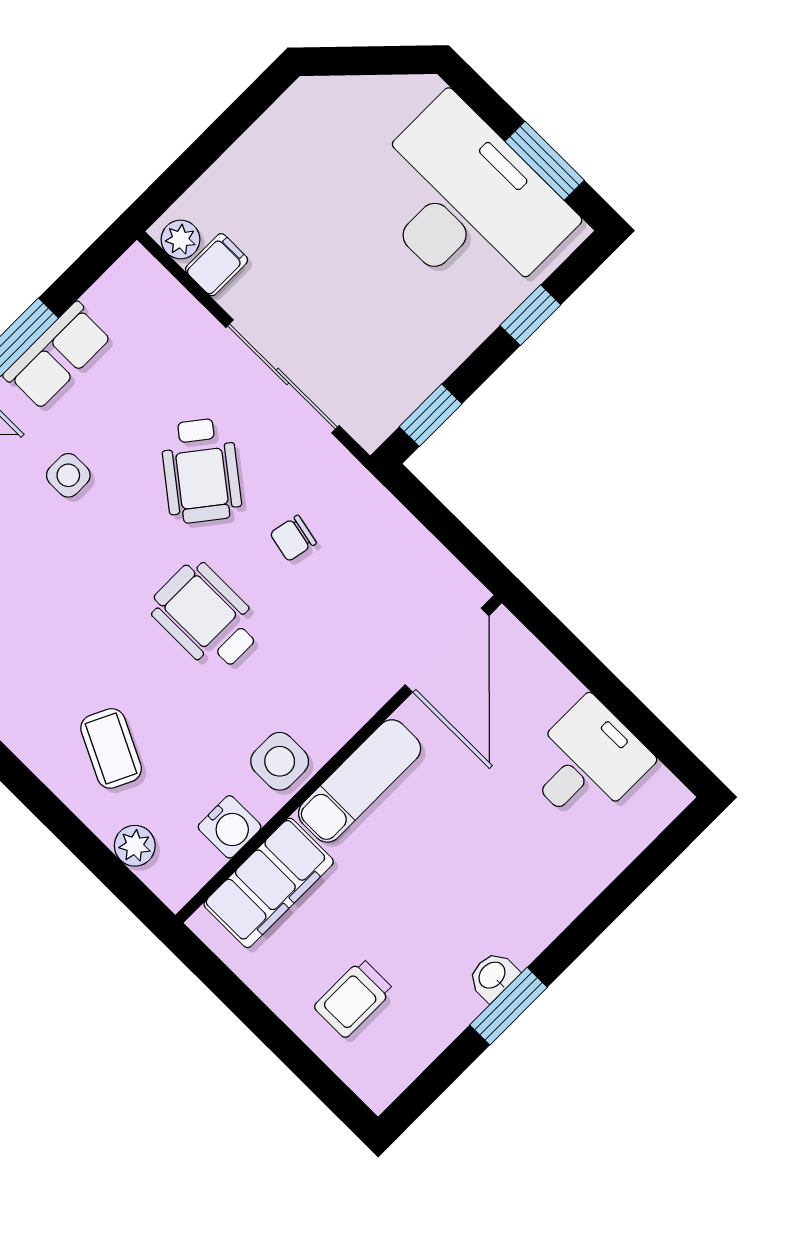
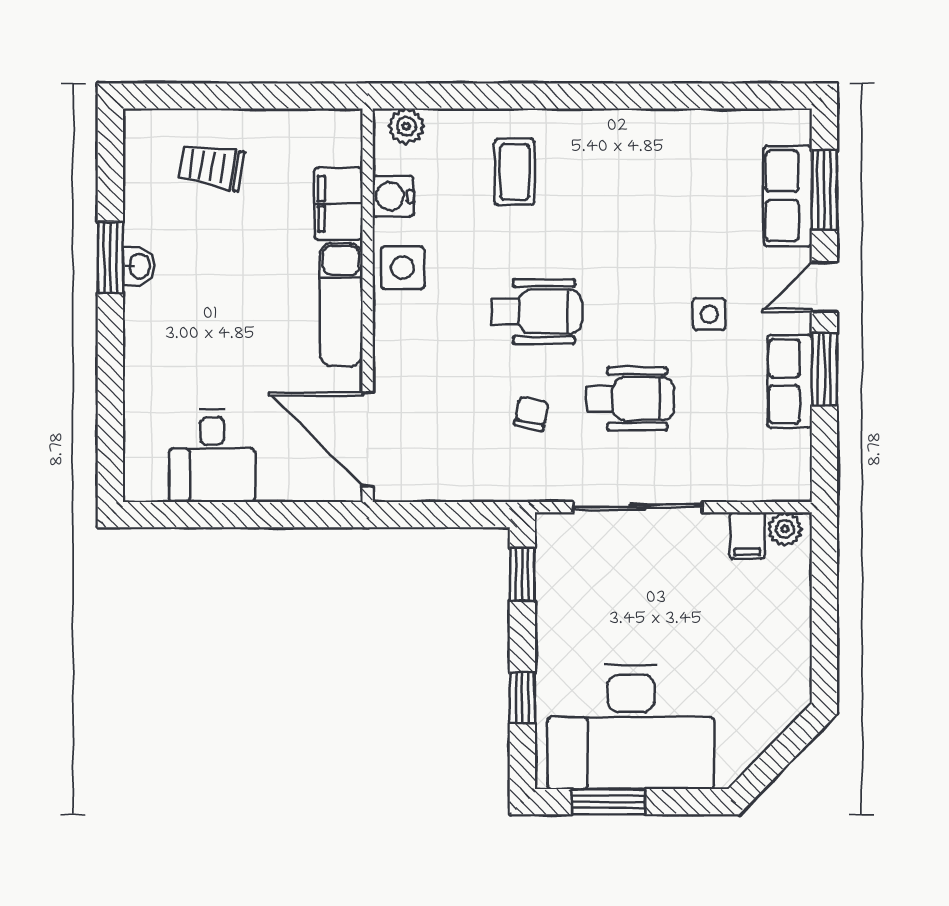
wheelchair: (201, 471) -> (630, 399), turned 142
coffee table: (111, 748) -> (515, 172), turned 64
plant: (135, 846) -> (406, 126), moved
filing cabinet: (269, 883) -> (338, 204), width x0.67, depth x0.86
trolley: (354, 998) -> (211, 167), turned -81

